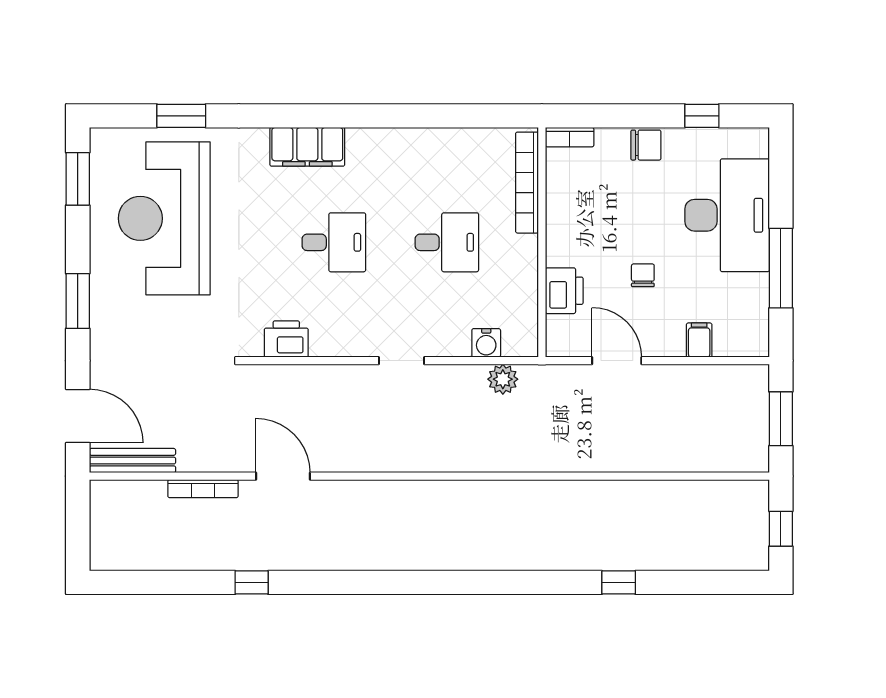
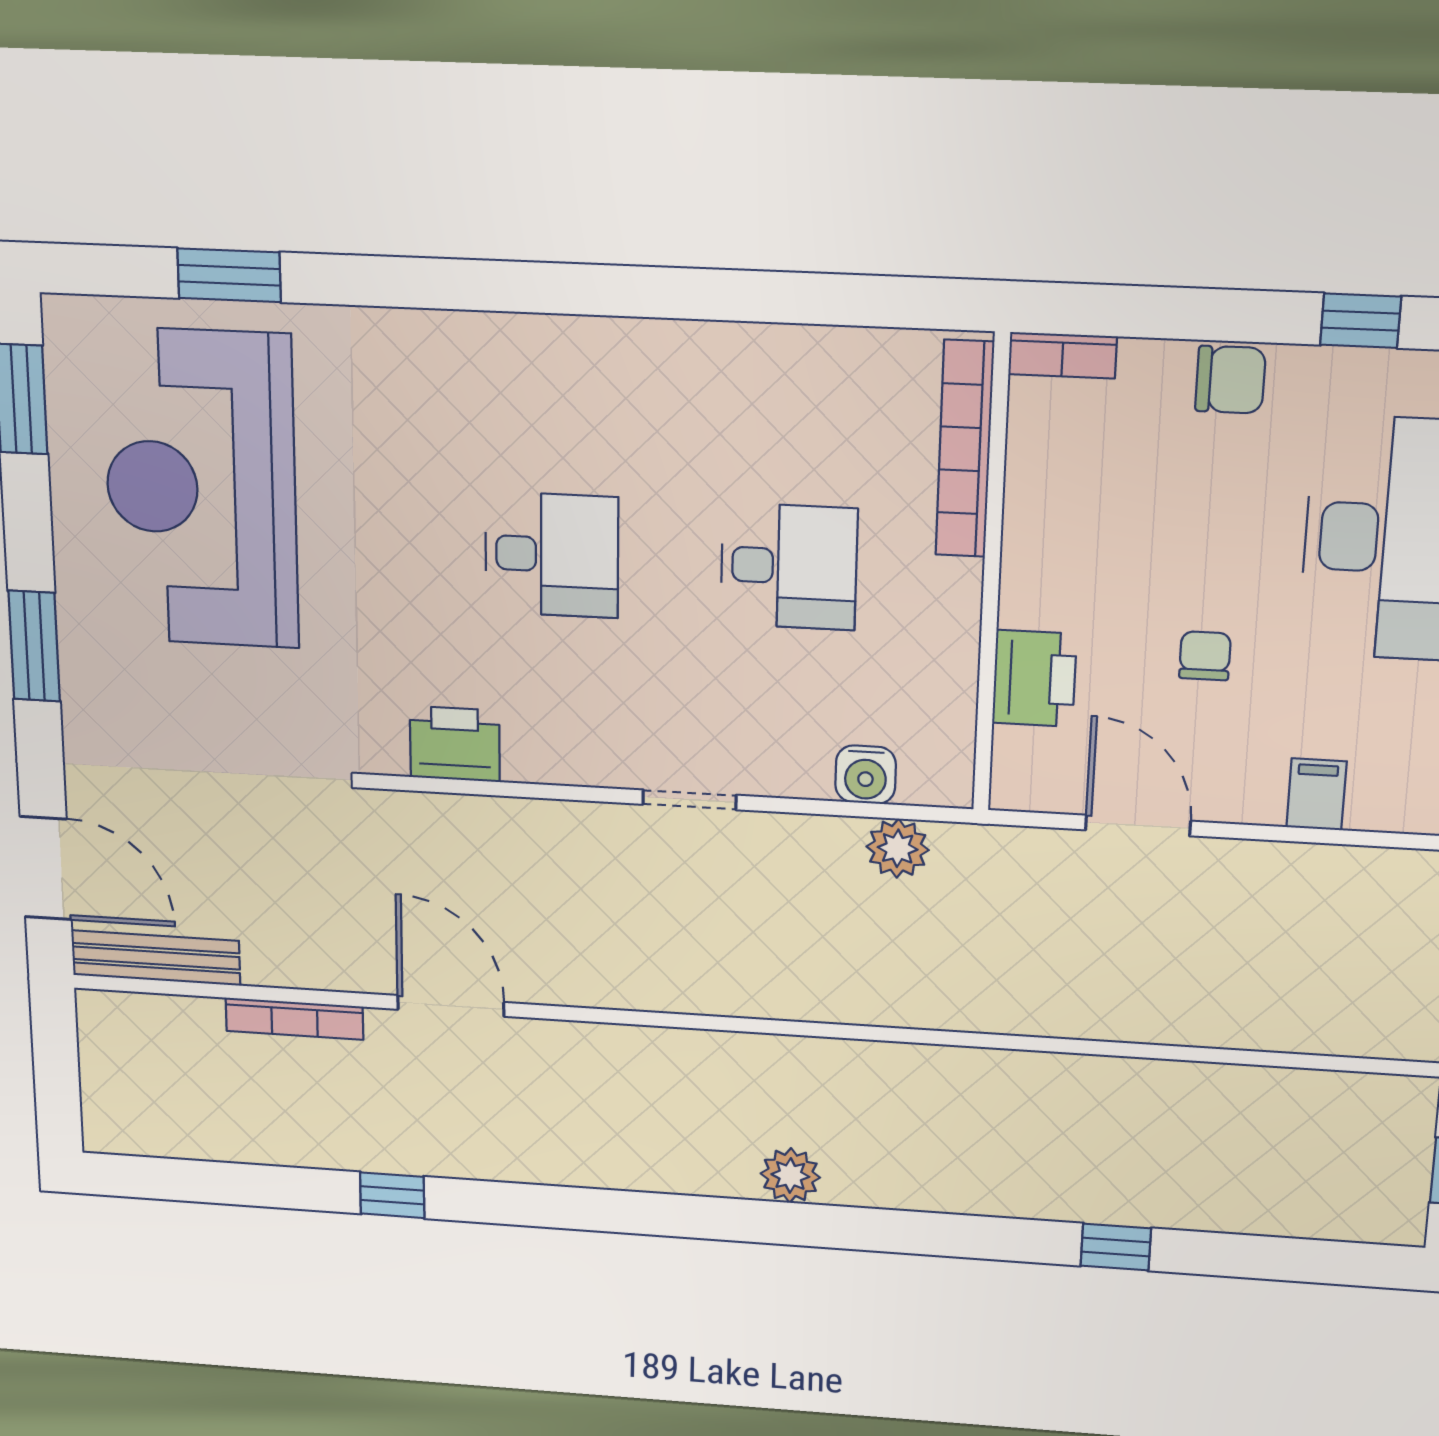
filing cabinet: (307, 147) -> (496, 352), removed
plant: (455, 556) -> (790, 1175), added

